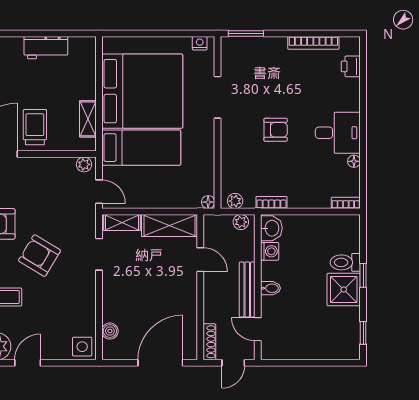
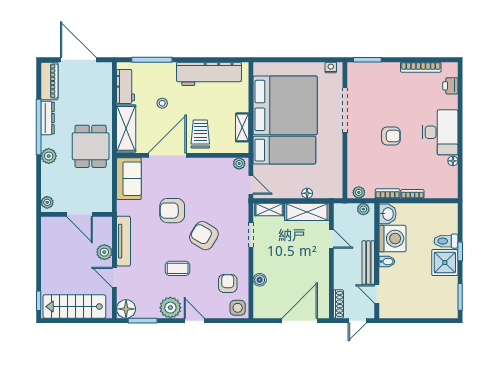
workbench: (46, 48) -> (209, 74), width x1.88, depth x1.32
doorway: (218, 97) -> (345, 110), width x1.36
desk: (338, 133) -> (440, 132), width x1.37
floor lamp: (208, 202) -> (307, 193), moved
bookcase: (346, 203) -> (412, 194), moved
washing machine: (270, 251) -> (392, 239), width x1.89, depth x1.89
armchair: (70, 316) -> (228, 283), added
boiler: (110, 331) -> (260, 280), moved
window: (363, 333) -> (460, 297), width x1.50
door: (28, 363) -> (194, 321), hinge flipped

